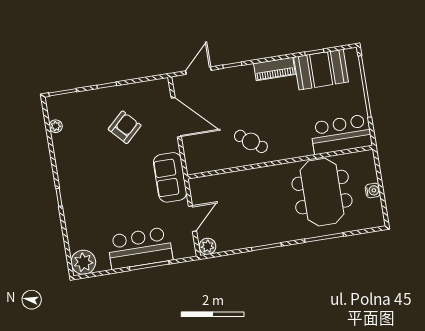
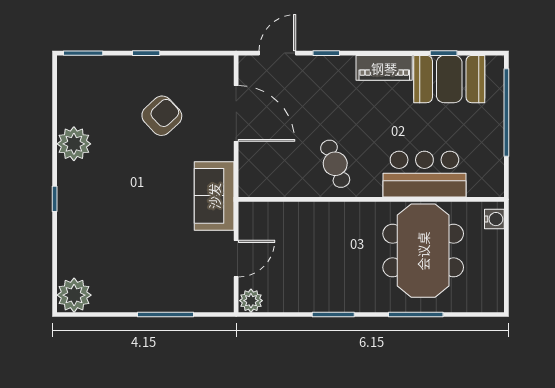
plant: (56, 126) -> (74, 144), moved, width x1.88, depth x1.88
bar counter: (341, 134) -> (424, 174), moved
cafe table: (251, 141) -> (335, 164), turned 33
water cooler: (373, 191) -> (494, 219), moved
bar counter: (140, 248) -> (156, 288), removed

